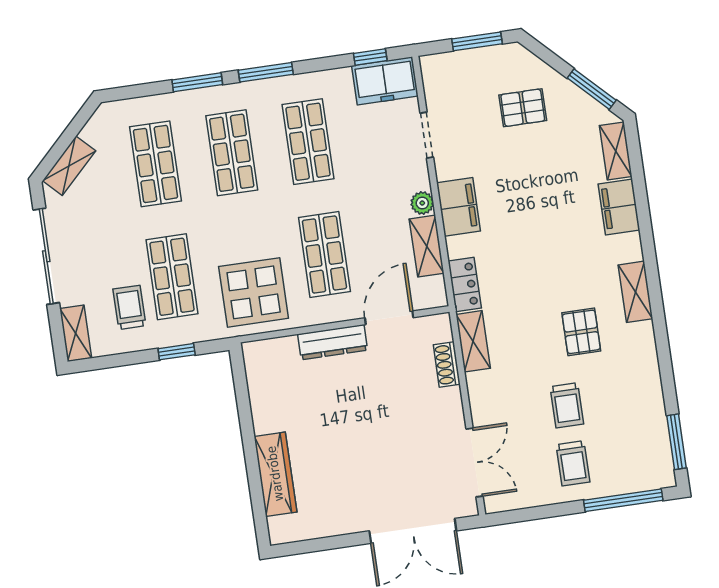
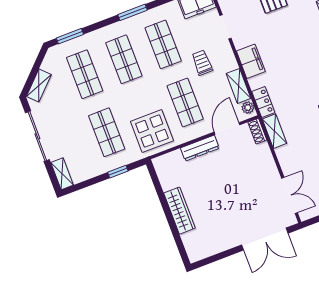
window: (197, 82) -> (70, 36), moved
plant: (422, 203) -> (248, 108), moved
trolley: (129, 307) -> (202, 63), moved
shoe rack: (447, 364) -> (257, 131), moved
wardrobe: (275, 474) -> (179, 211), moved

